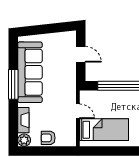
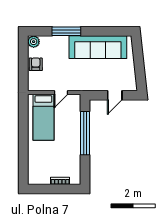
window: (13, 84) -> (66, 31), moved
fireplace: (23, 120) -> (53, 41), removed

